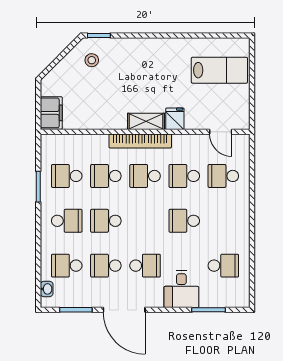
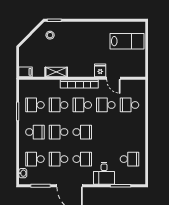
filing cabinet: (51, 113) -> (26, 72), width x0.50
shelving: (146, 121) -> (56, 72), moved
door: (221, 132) -> (113, 78), moved
school desk: (184, 221) -> (82, 132), moved, turned 180

